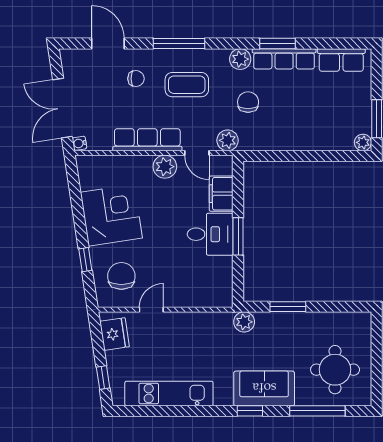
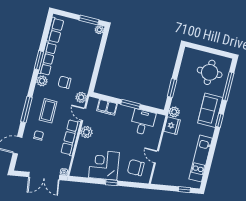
door: (197, 153) -> (84, 114), swing flipped
desk: (210, 234) -> (143, 122), moved
window: (85, 260) -> (112, 183), moved
fridge: (115, 334) -> (172, 126), moved, turned 99

